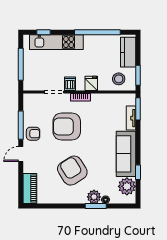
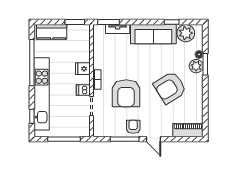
kitchen unit: (56, 42) -> (42, 94), width x1.36
stool: (119, 79) -> (79, 41), removed

